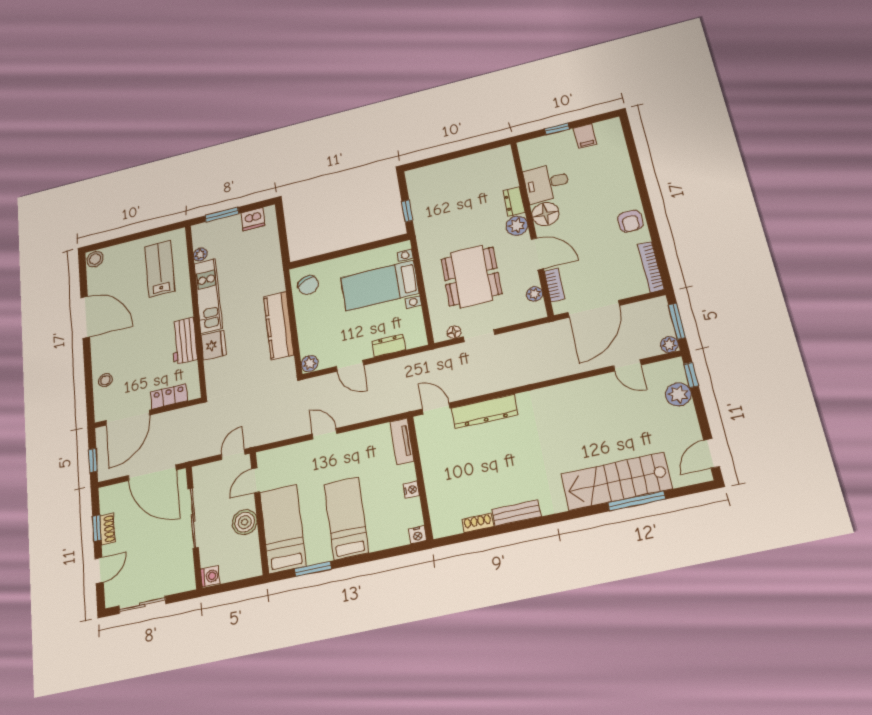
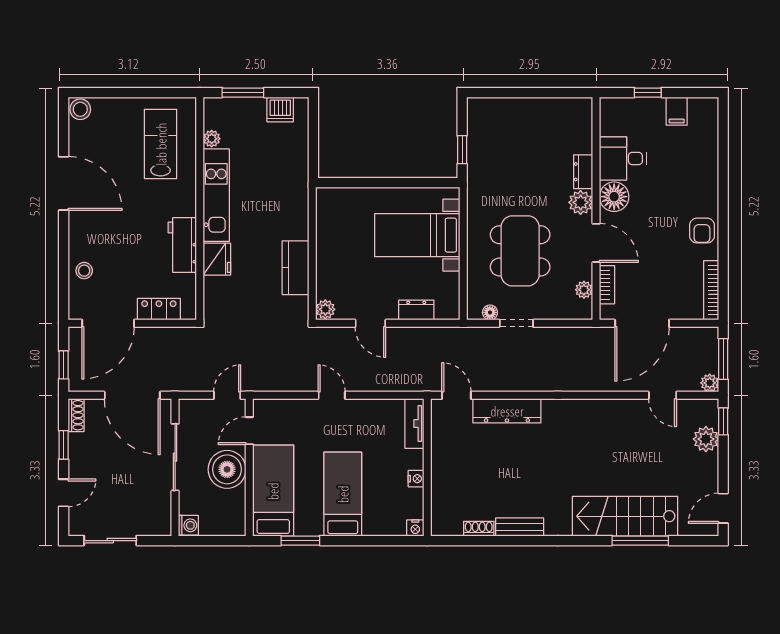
chair: (308, 285) -> (336, 213), removed
kitchen counter: (279, 326) -> (296, 268), width x0.67
boiler: (245, 522) -> (227, 469), width x1.37, depth x1.37
shoe rack: (108, 529) -> (76, 415), moved

